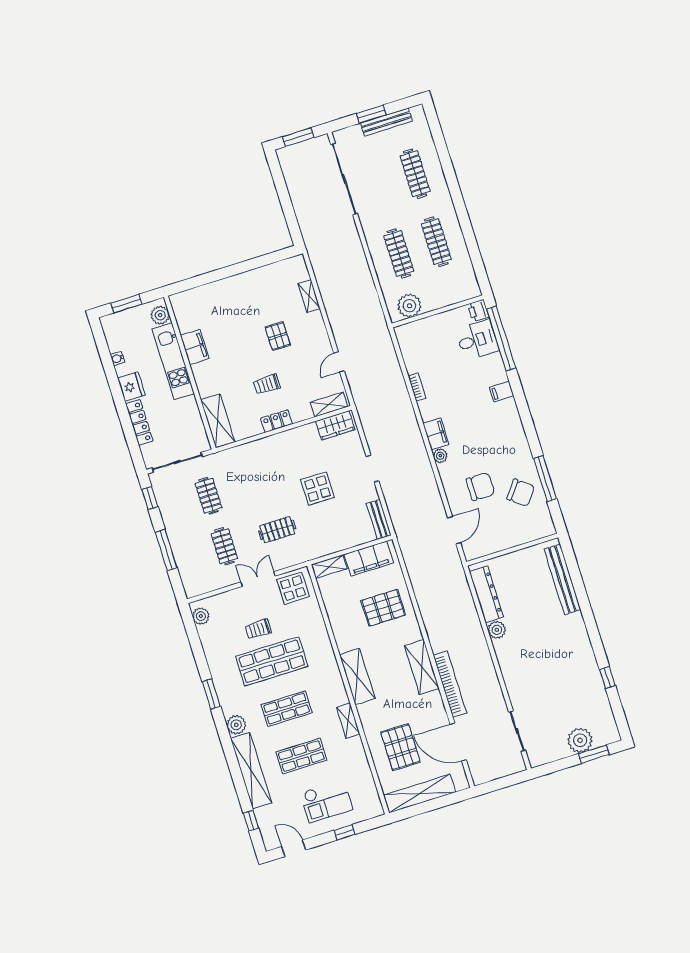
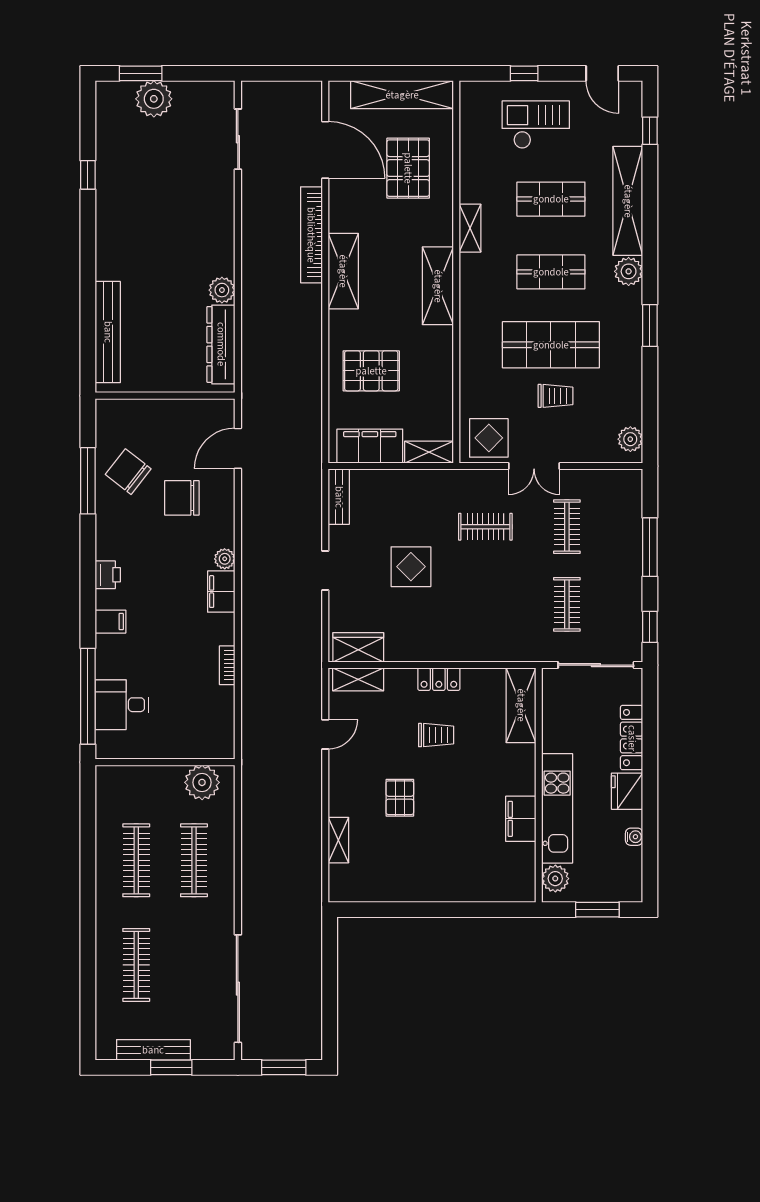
printer: (478, 311) -> (108, 575), moved

